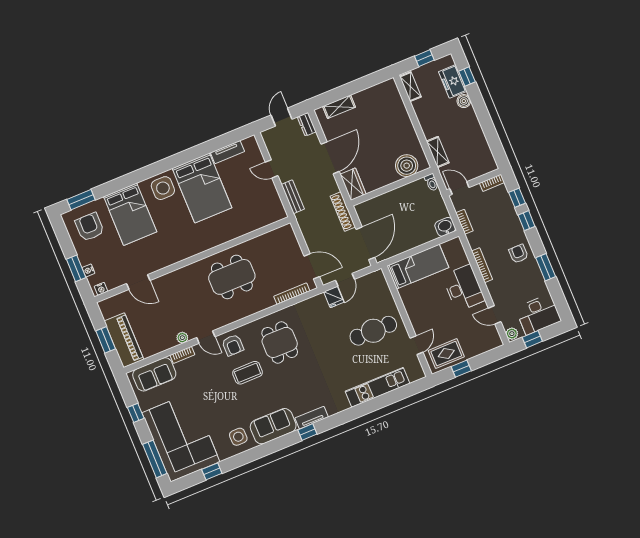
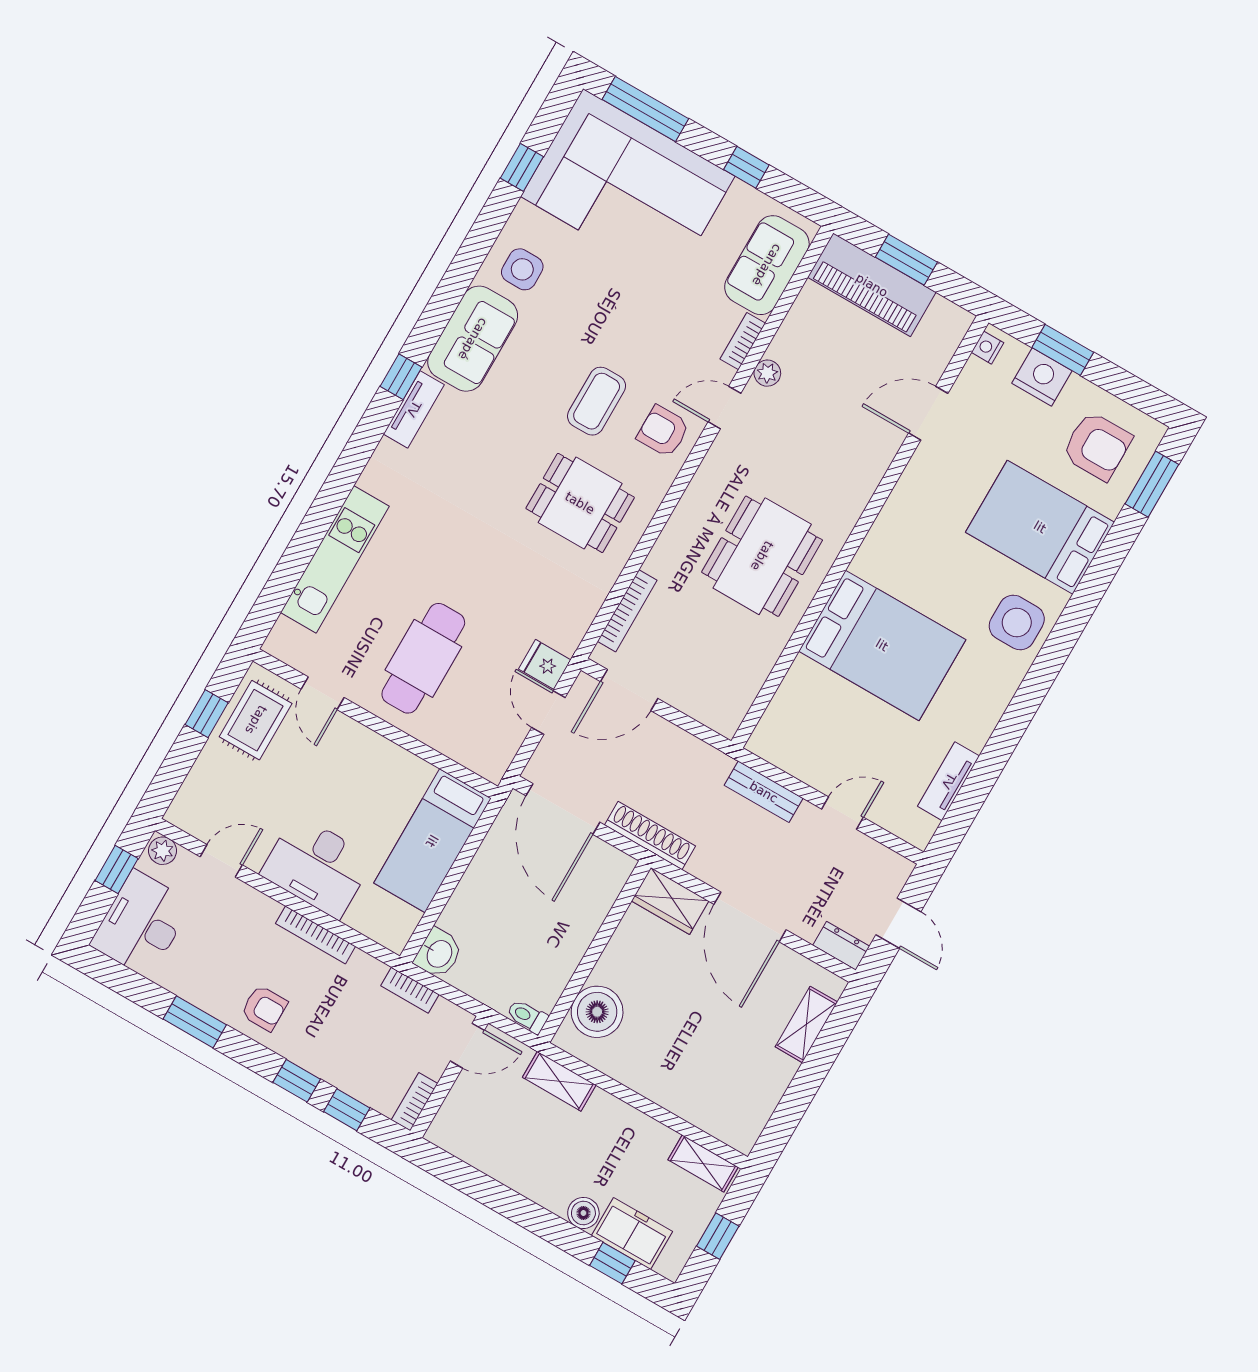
bed: (202, 188) -> (882, 645), moved, turned 180
nightstand: (88, 270) -> (1042, 377), width x1.89, depth x1.79

